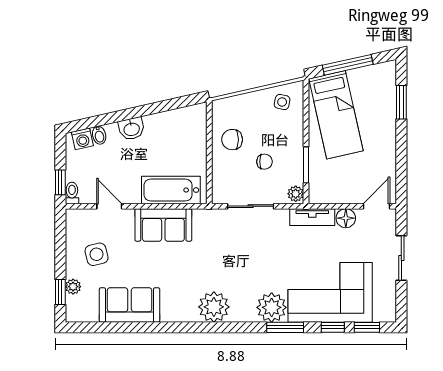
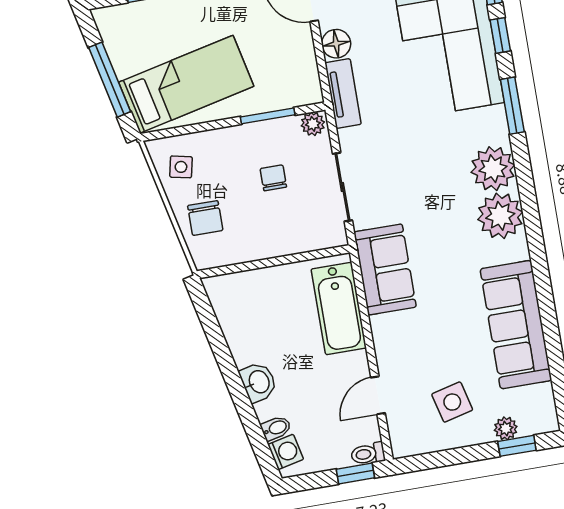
chair: (232, 140) -> (205, 218), moved
sofa: (163, 225) -> (385, 269), moved
sofa: (130, 305) -> (516, 325), width x1.36
plant: (272, 307) -> (493, 169), moved

